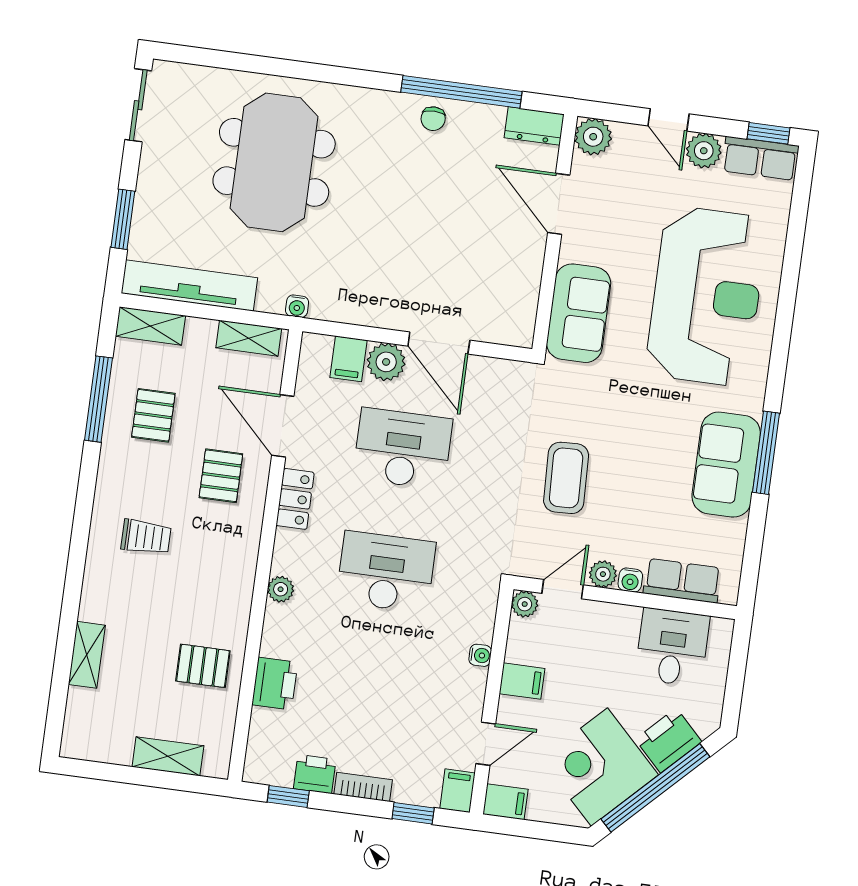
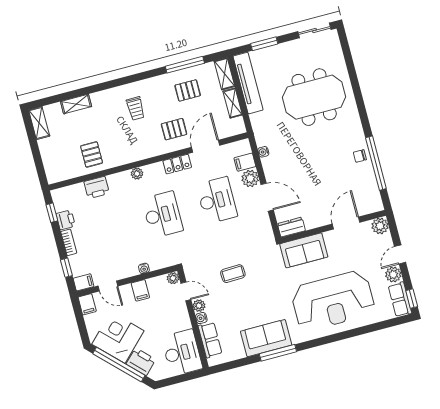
dresser: (534, 126) -> (291, 227), moved, turned 90
water cooler: (297, 306) -> (263, 152), moved
shelving: (249, 338) -> (233, 103), moved
door: (439, 343) -> (267, 197), swing flipped
coffee table: (566, 478) -> (233, 274), width x0.73, depth x0.77
desk: (672, 647) -> (182, 353), width x1.37
shelving: (168, 756) -> (39, 123), moved

